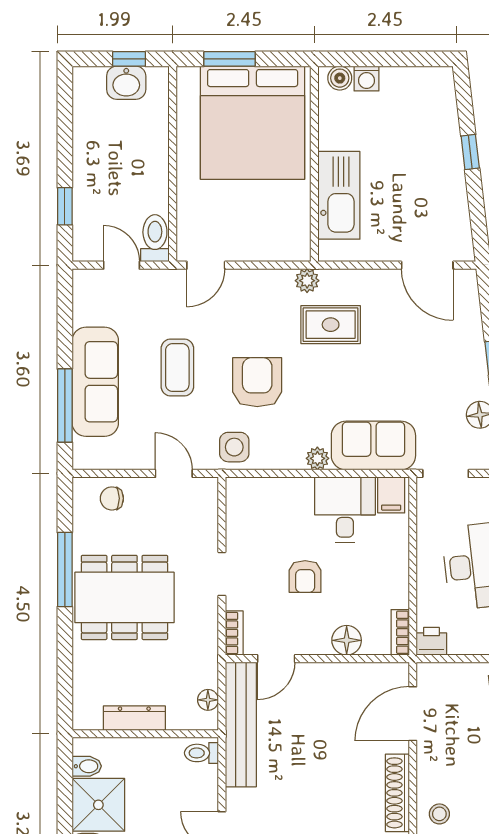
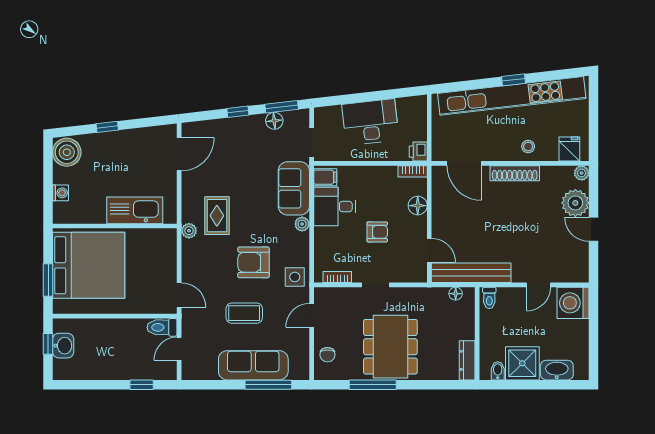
boiler: (340, 78) -> (67, 152), moved, width x1.86, depth x1.86
bookcase: (234, 633) -> (337, 277), moved
dresser: (134, 718) -> (467, 360), moved

